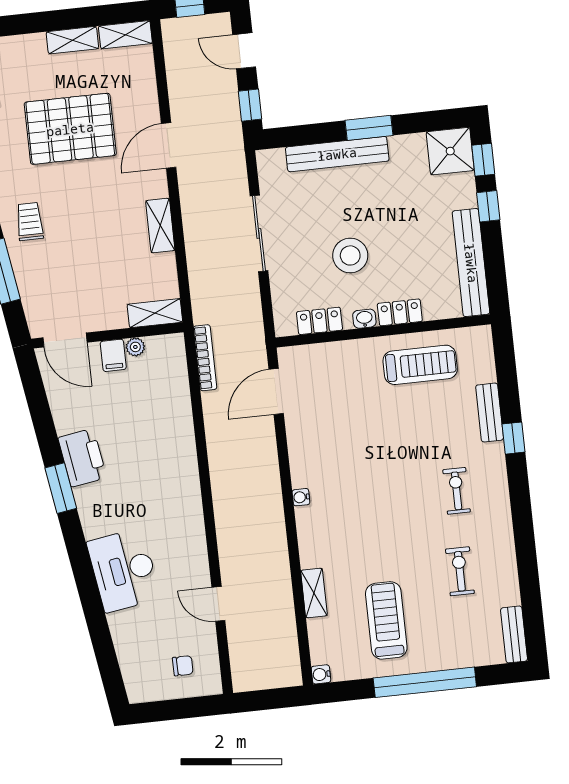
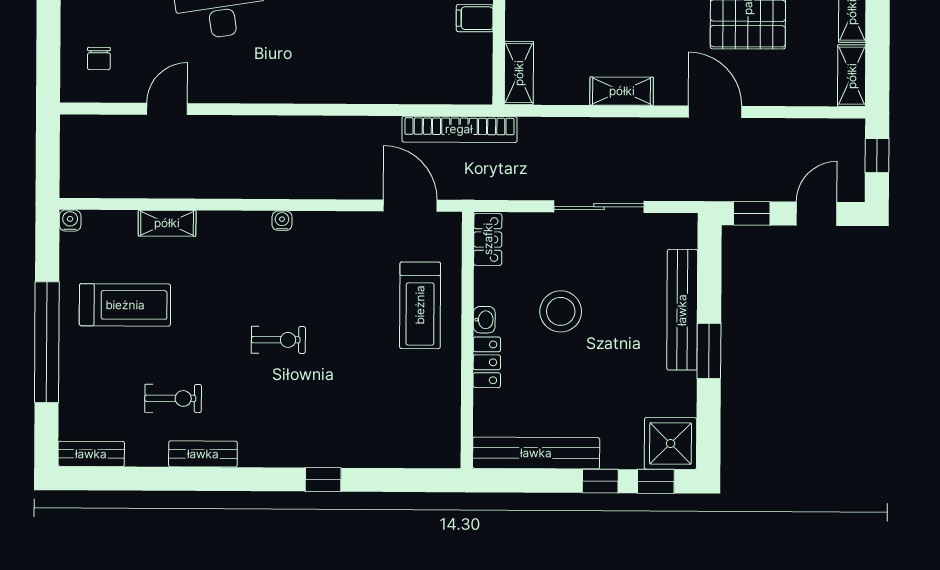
locker: (319, 321) -> (488, 239), moved
plant: (135, 347) -> (482, 45), removed
bookcase: (205, 358) -> (459, 129), width x1.48, depth x1.31
treadmill: (420, 365) -> (420, 305), moved
bench: (490, 413) -> (203, 454), moved
exercise bike: (457, 491) -> (278, 340), moved

